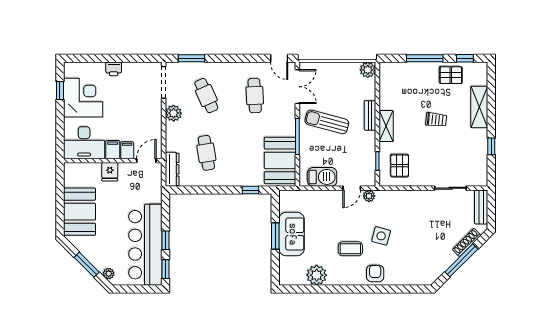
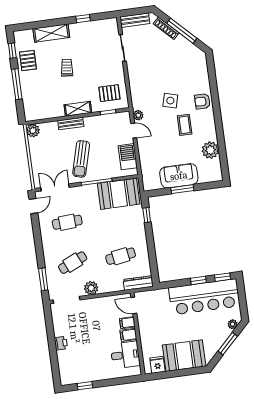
corner desk: (83, 98) -> (88, 365), removed
desk: (84, 143) -> (125, 355), width x0.73
fridge: (110, 172) -> (157, 365), moved, turned -90

